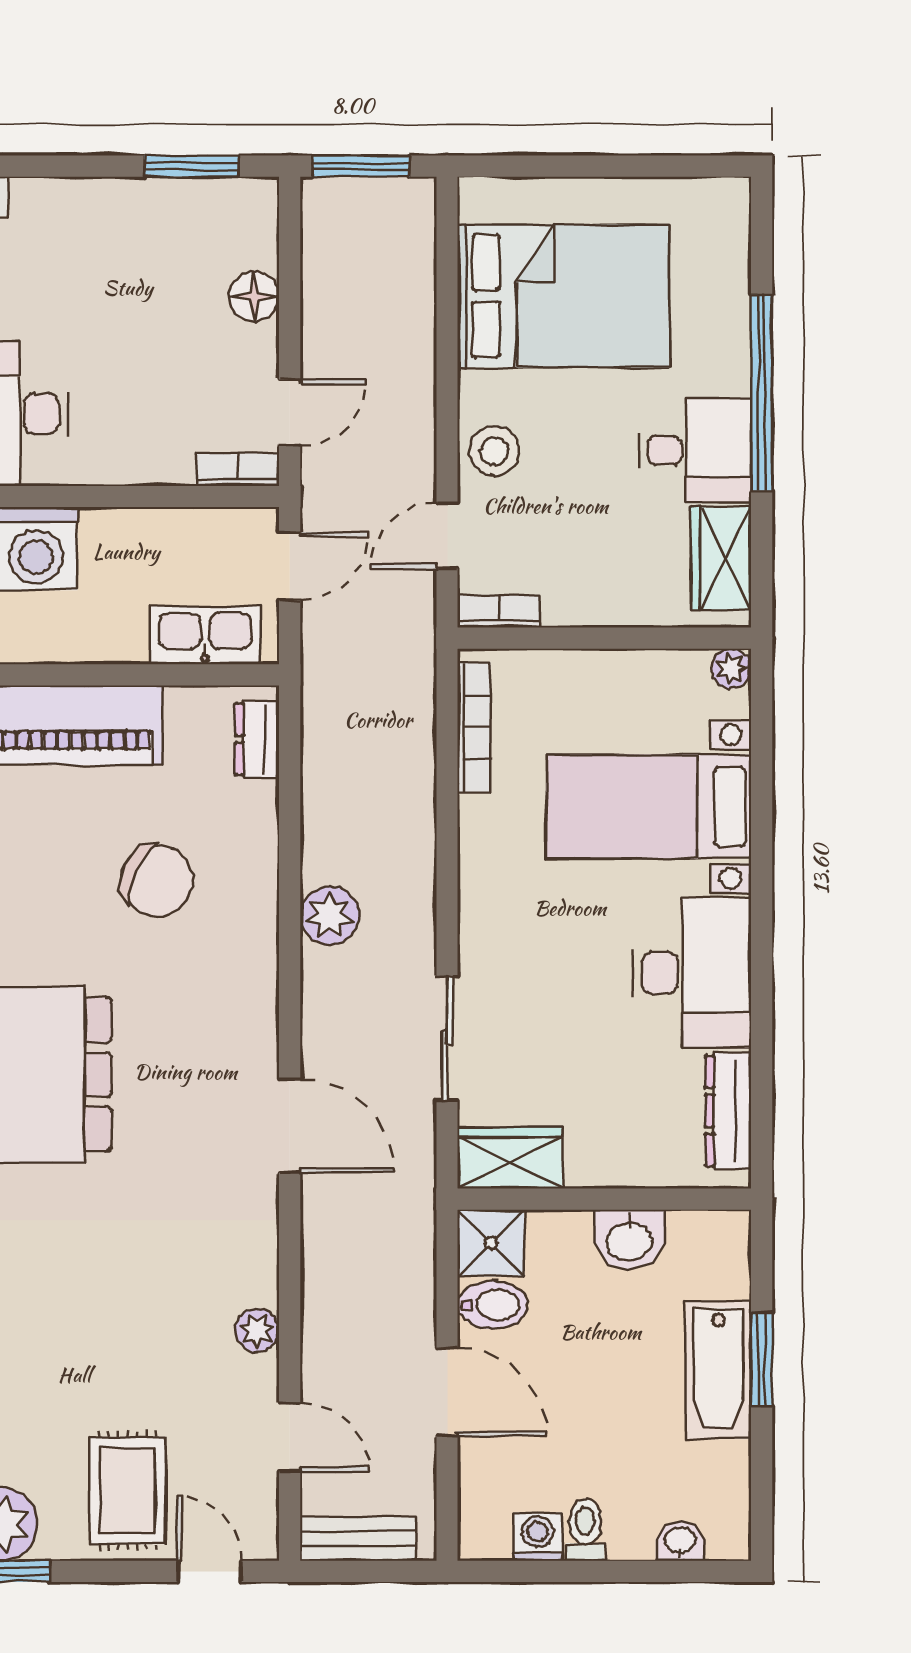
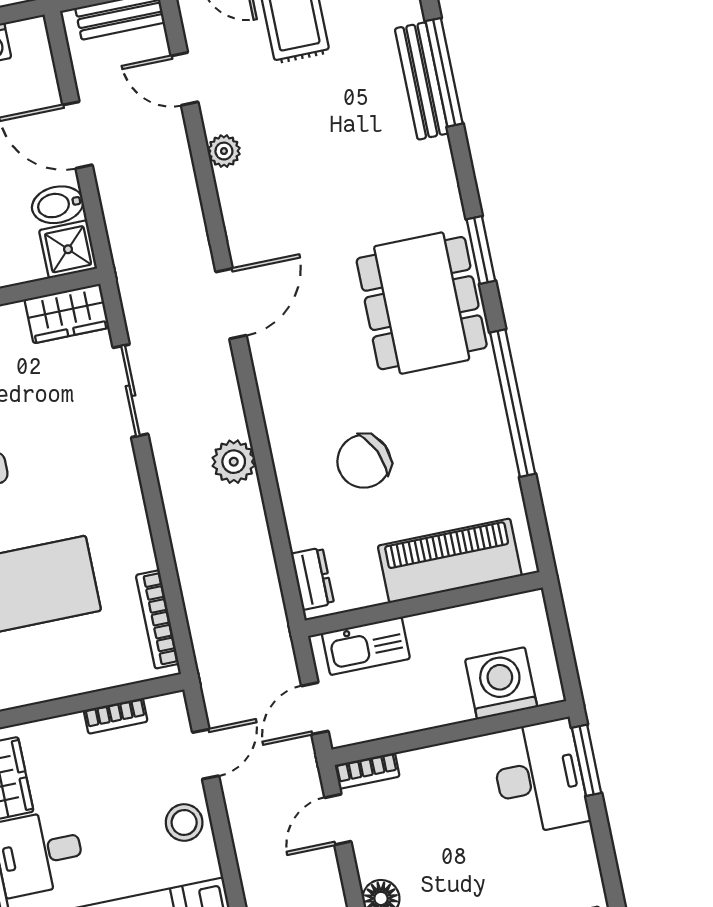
bookcase: (499, 611) -> (116, 716), moved
chair: (157, 881) -> (364, 461), turned -50
door: (290, 1126) -> (231, 304), swing flipped

